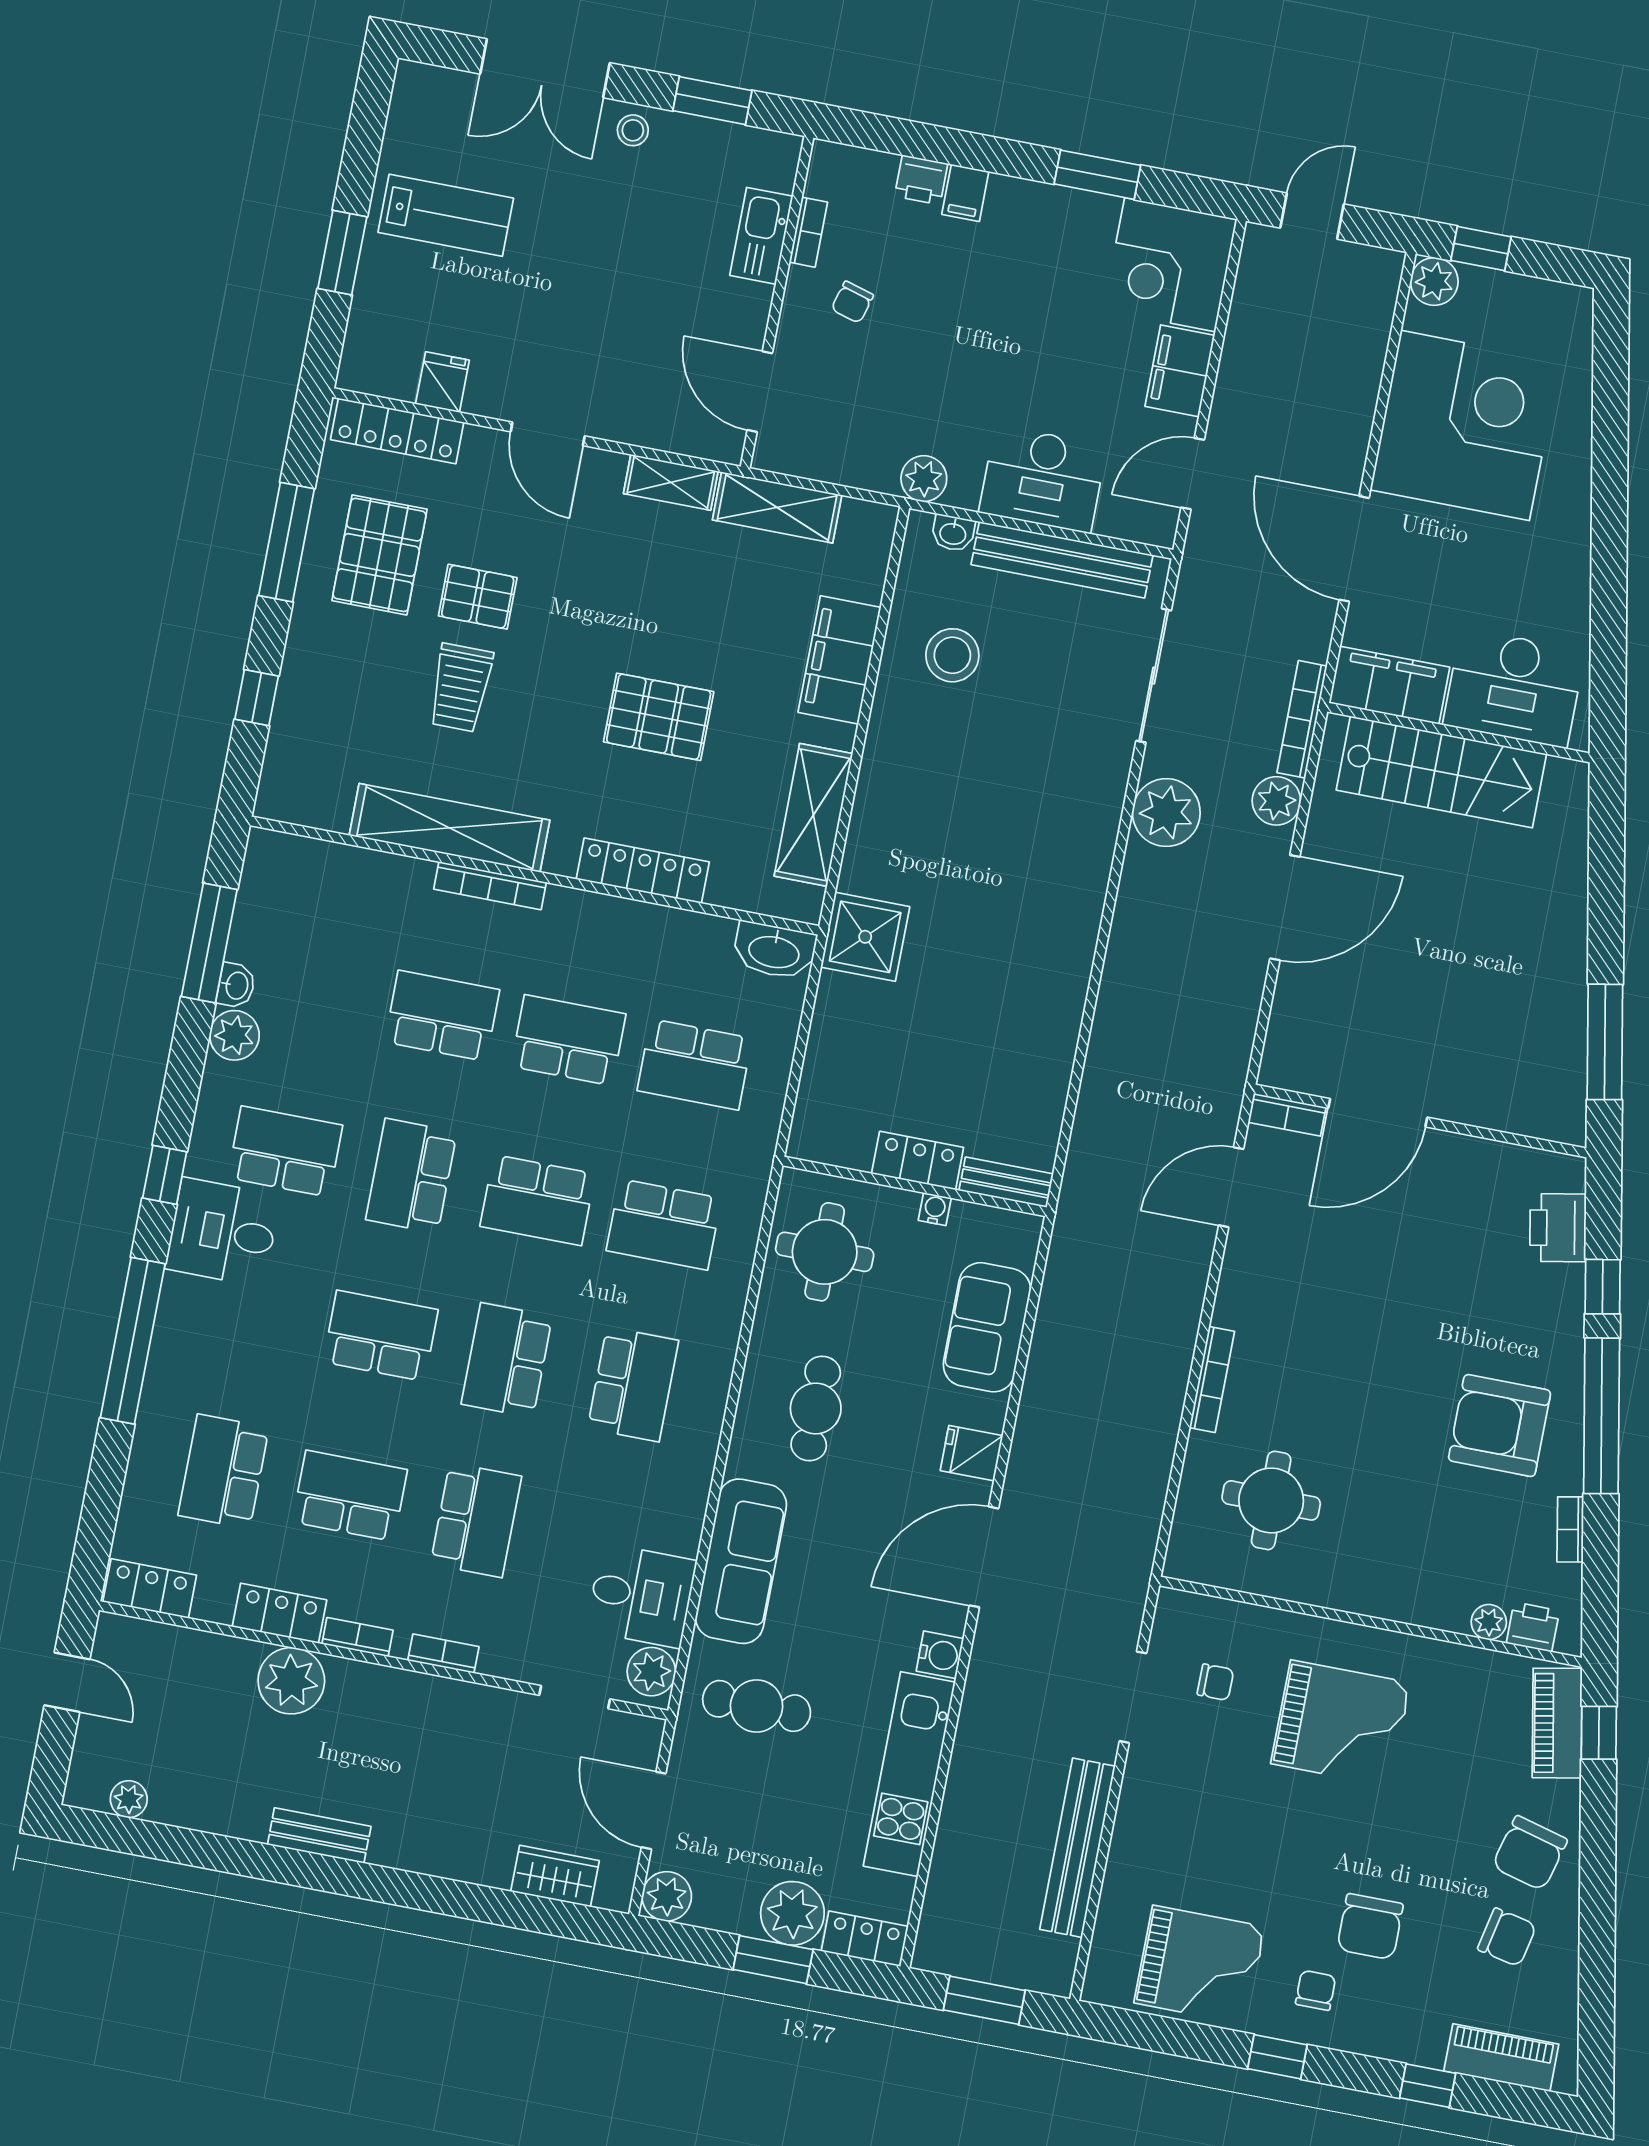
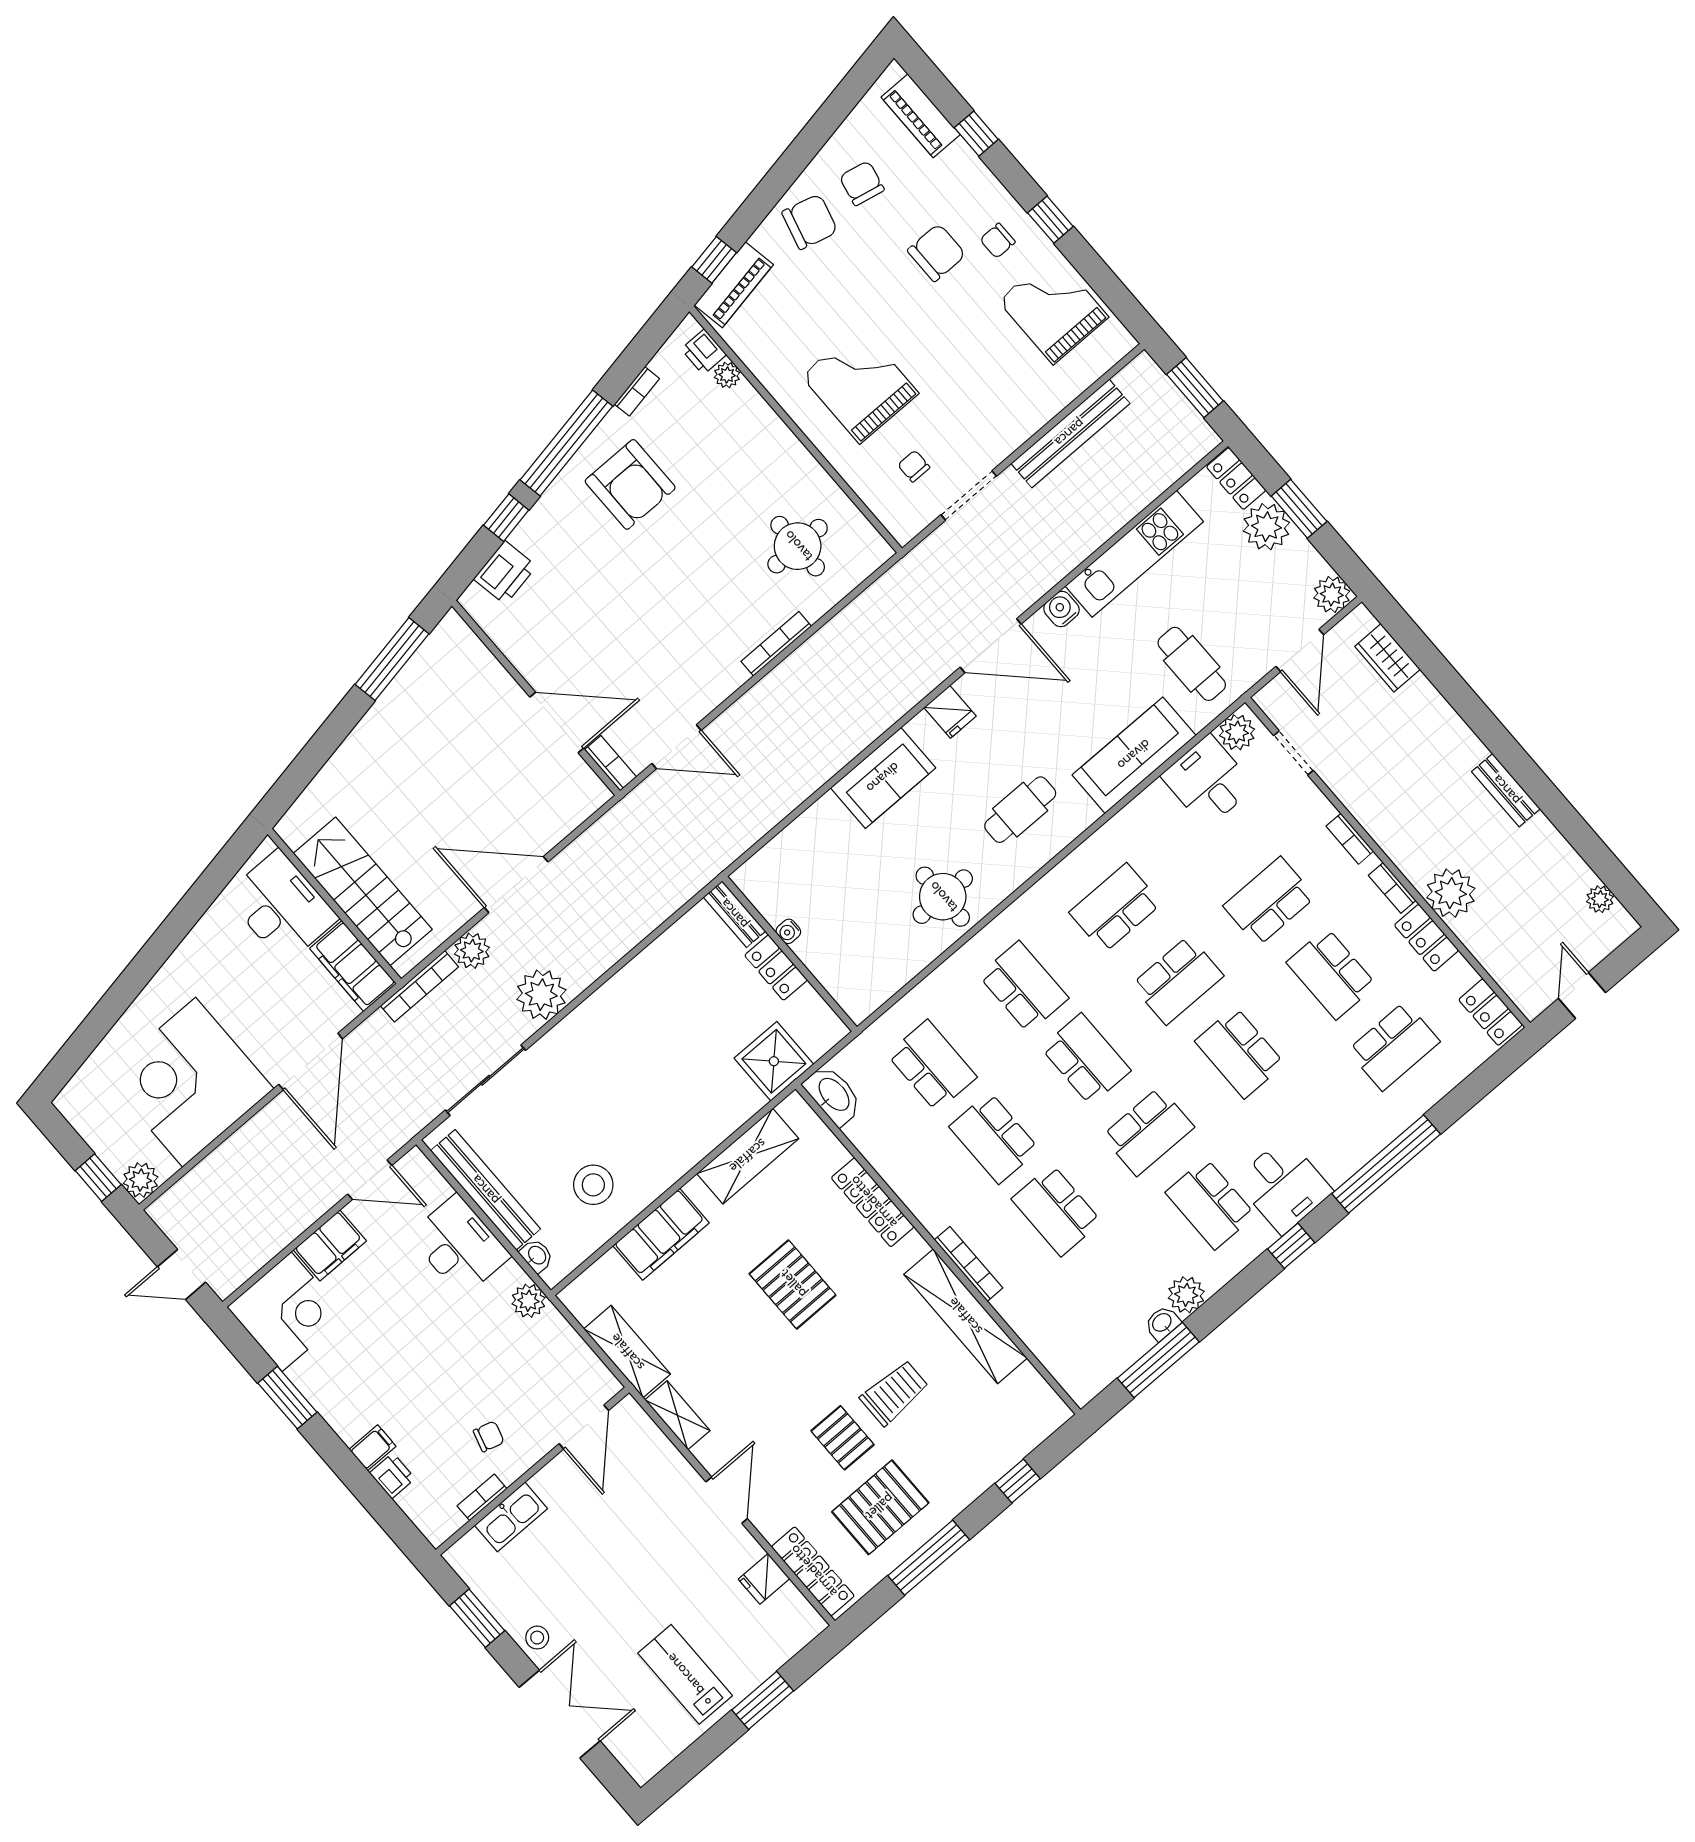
locker: (918, 1160) -> (776, 968), moved
bench: (1006, 1182) -> (734, 914), moved
wall: (915, 1186) -> (790, 954), moved
water cooler: (935, 1209) -> (788, 931), moved

